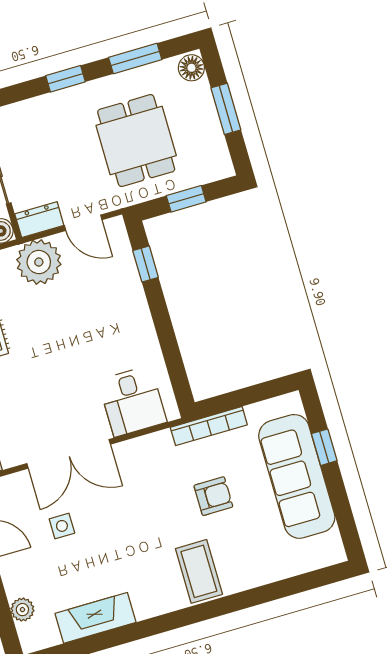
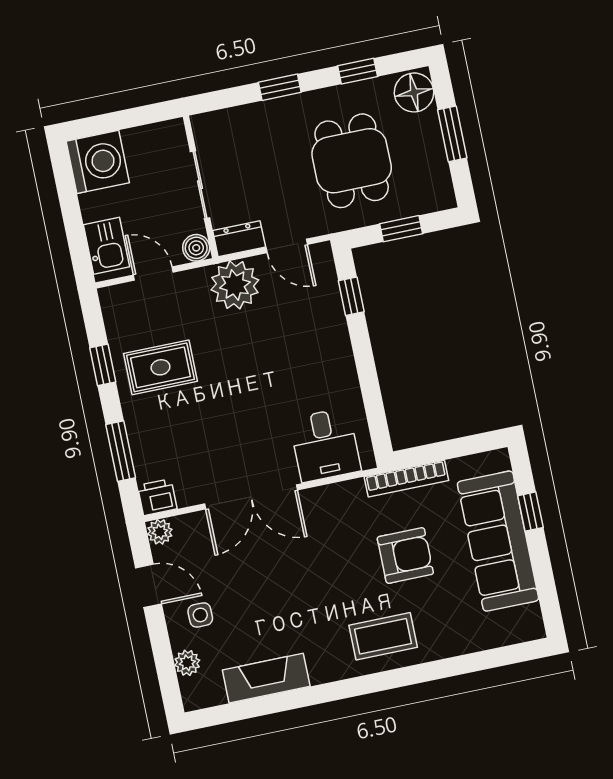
window: (135, 58) -> (358, 71), width x0.67
floor lamp: (191, 68) -> (414, 92), width x1.38, depth x1.38
armchair: (213, 496) -> (405, 555), width x1.38, depth x1.38
side table: (62, 526) -> (200, 615), moved
coffee table: (199, 571) -> (383, 636), turned 90

